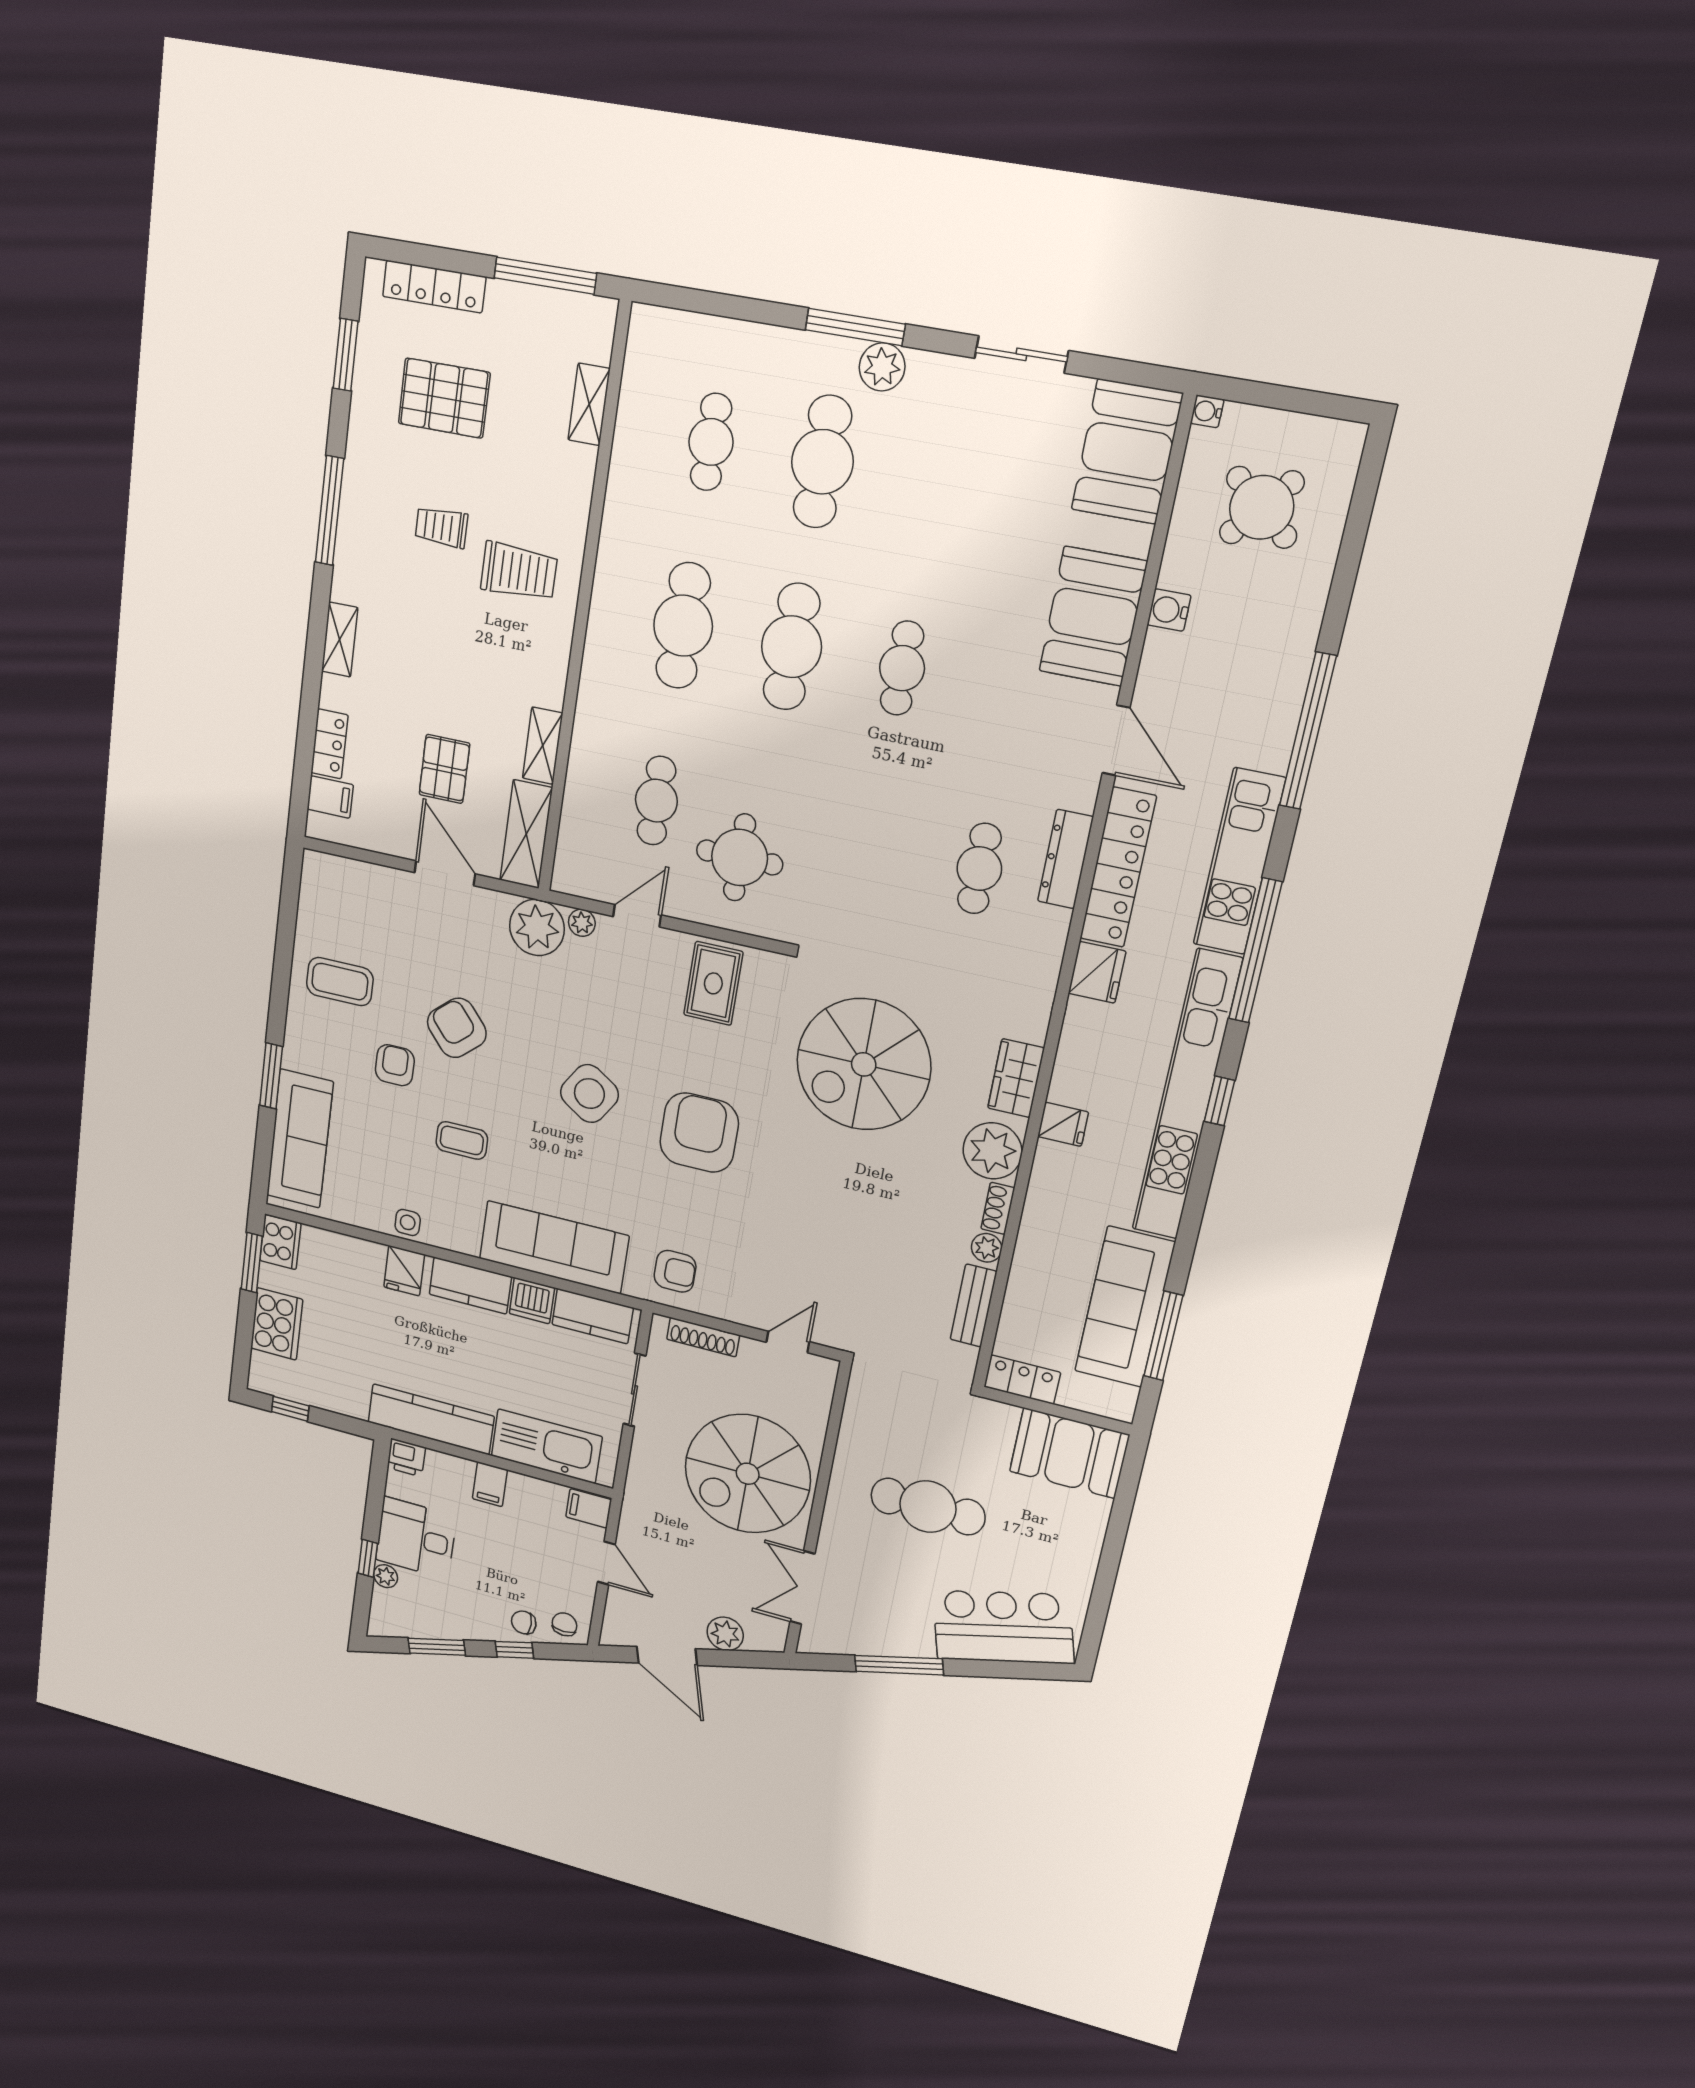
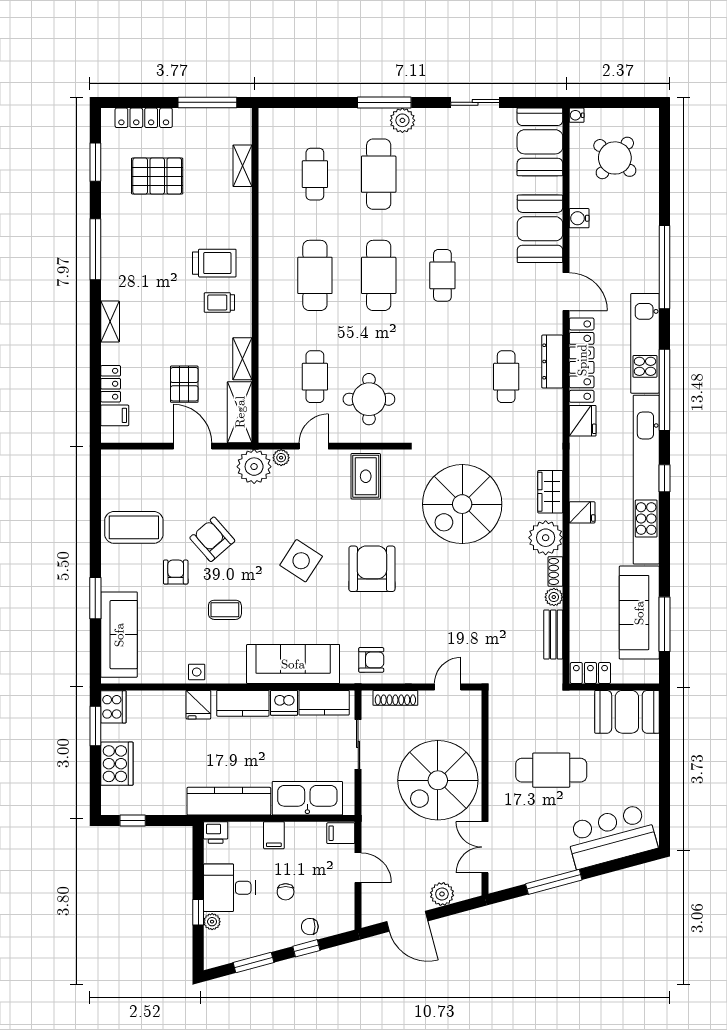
trolley: (441, 527) -> (219, 303), moved
coffee table: (340, 982) -> (134, 527), width x1.36, depth x1.32
chair: (564, 1624) -> (286, 892), moved, turned 180

